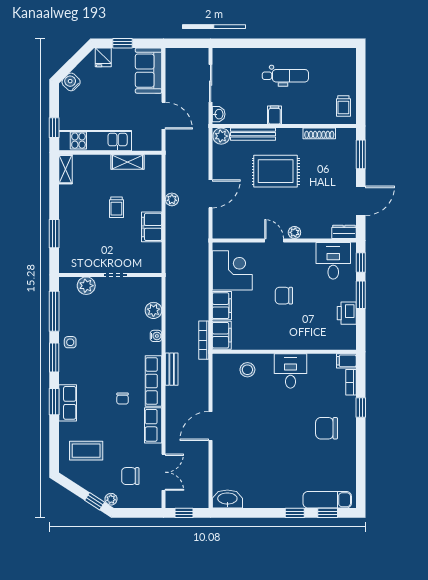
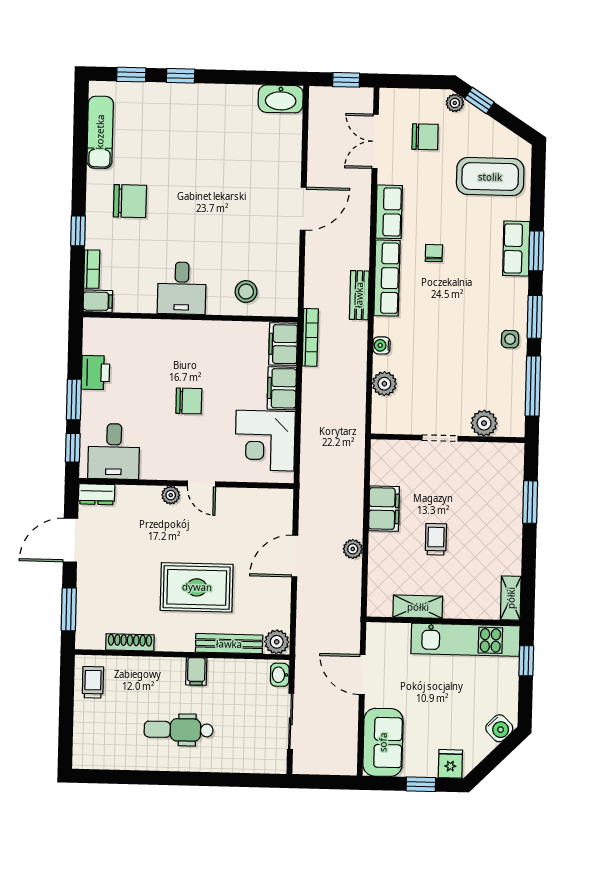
coffee table: (86, 451) -> (490, 177), width x1.36, depth x1.32
exam couch: (327, 500) -> (100, 132), moved, turned -90

